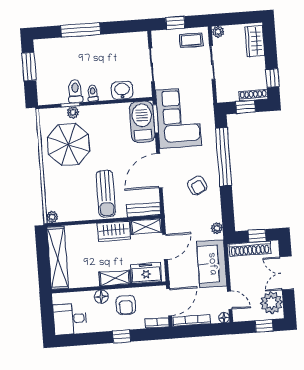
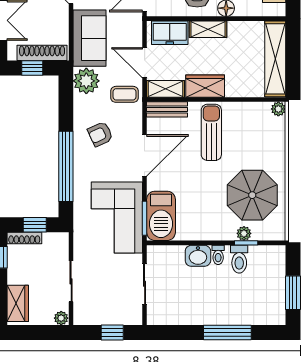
coffee table: (191, 40) -> (124, 94), moved
washbasin: (122, 90) -> (198, 256), moved
armchair: (197, 185) -> (100, 134), turned -89
plant: (217, 228) -> (86, 81), width x1.88, depth x1.88
door: (165, 247) -> (145, 63), hinge flipped

